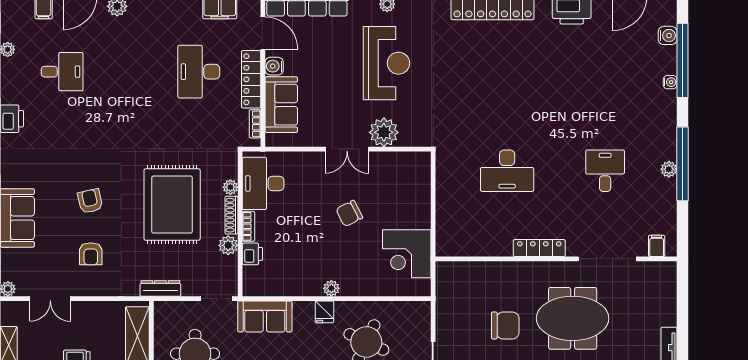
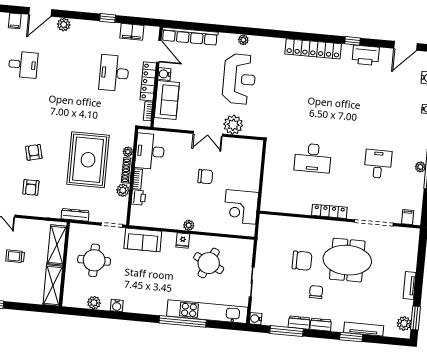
chair: (349, 213) -> (205, 177), turned -153

